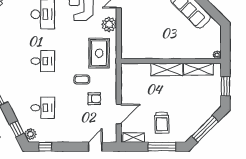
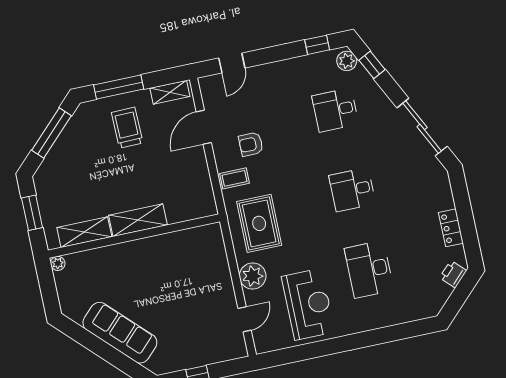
coffee table: (82, 79) -> (234, 178), moved

